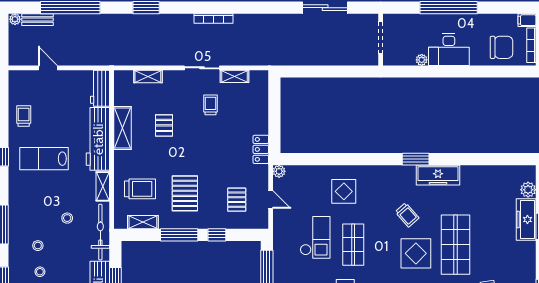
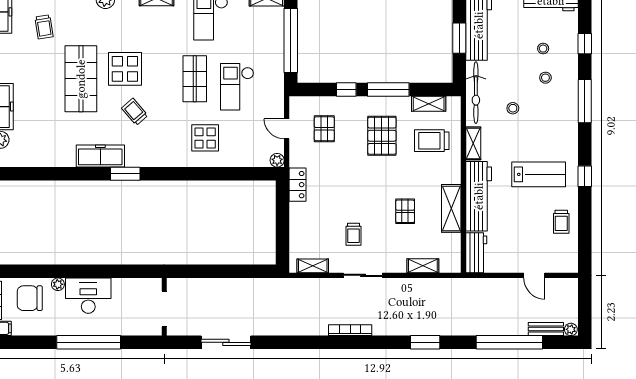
plant: (422, 60) -> (58, 284), moved
shelving: (235, 76) -> (313, 266), moved

